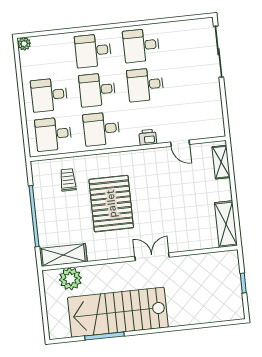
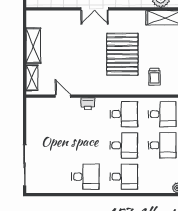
desk: (145, 85) -> (85, 145), removed
shelving: (226, 224) -> (33, 46), moved

